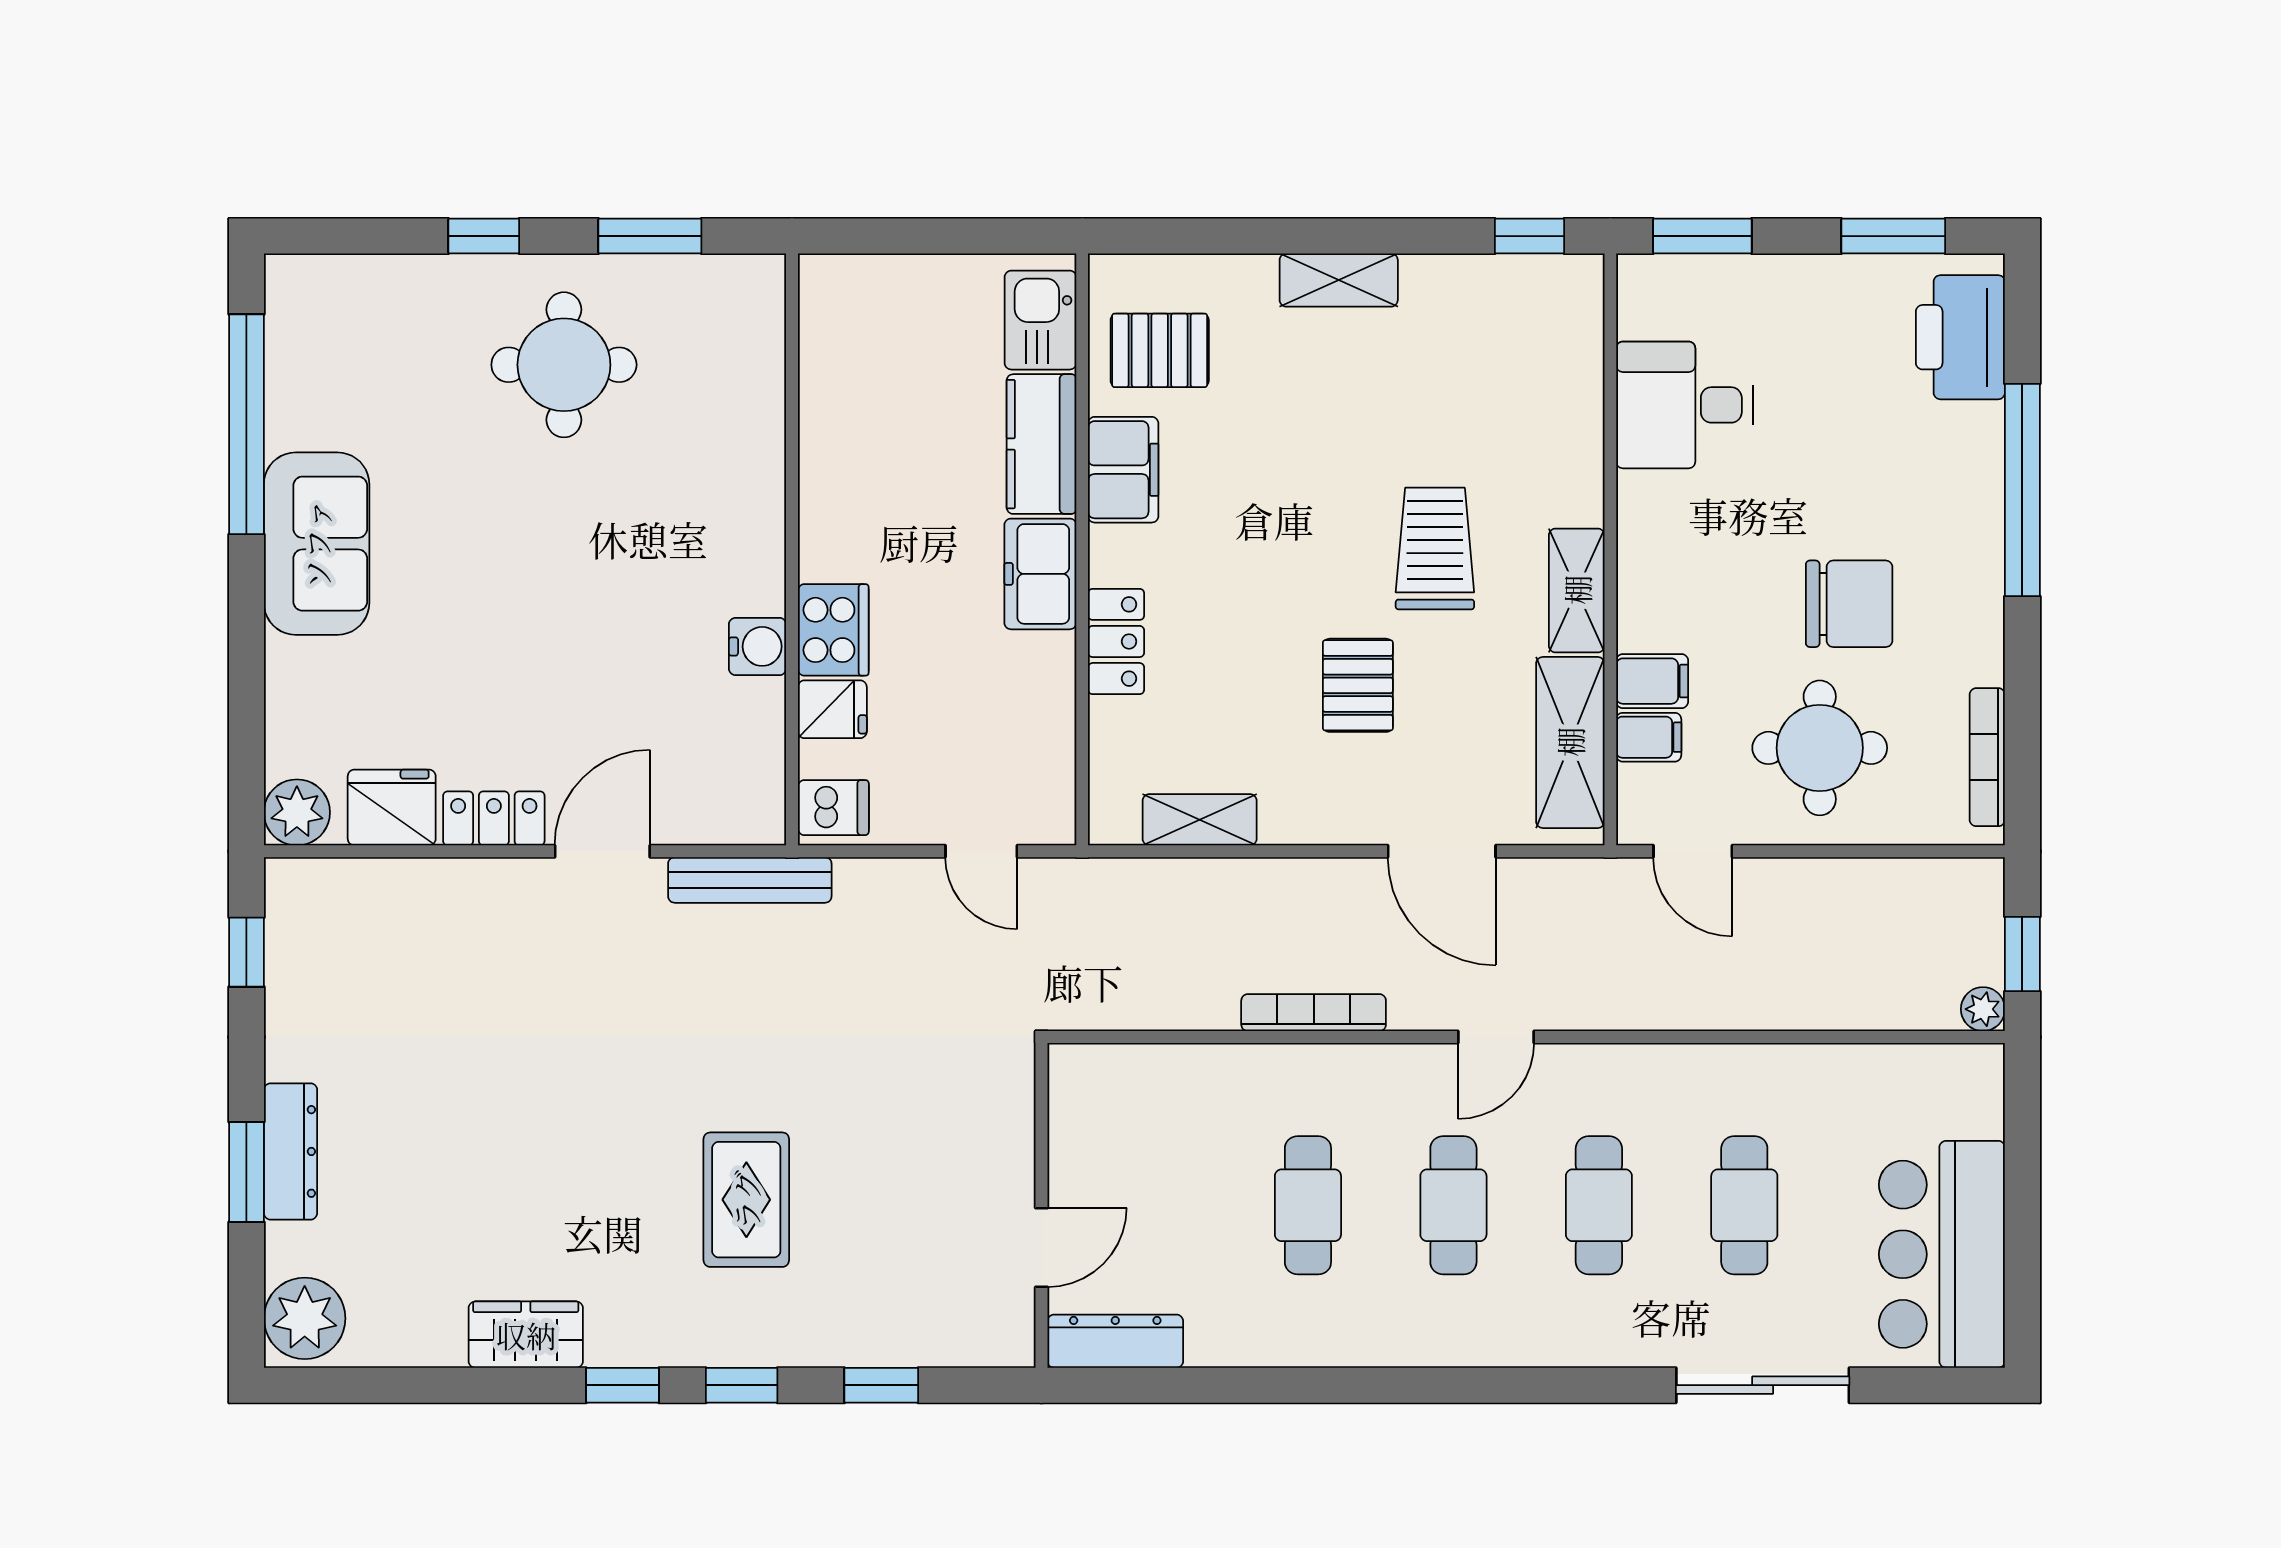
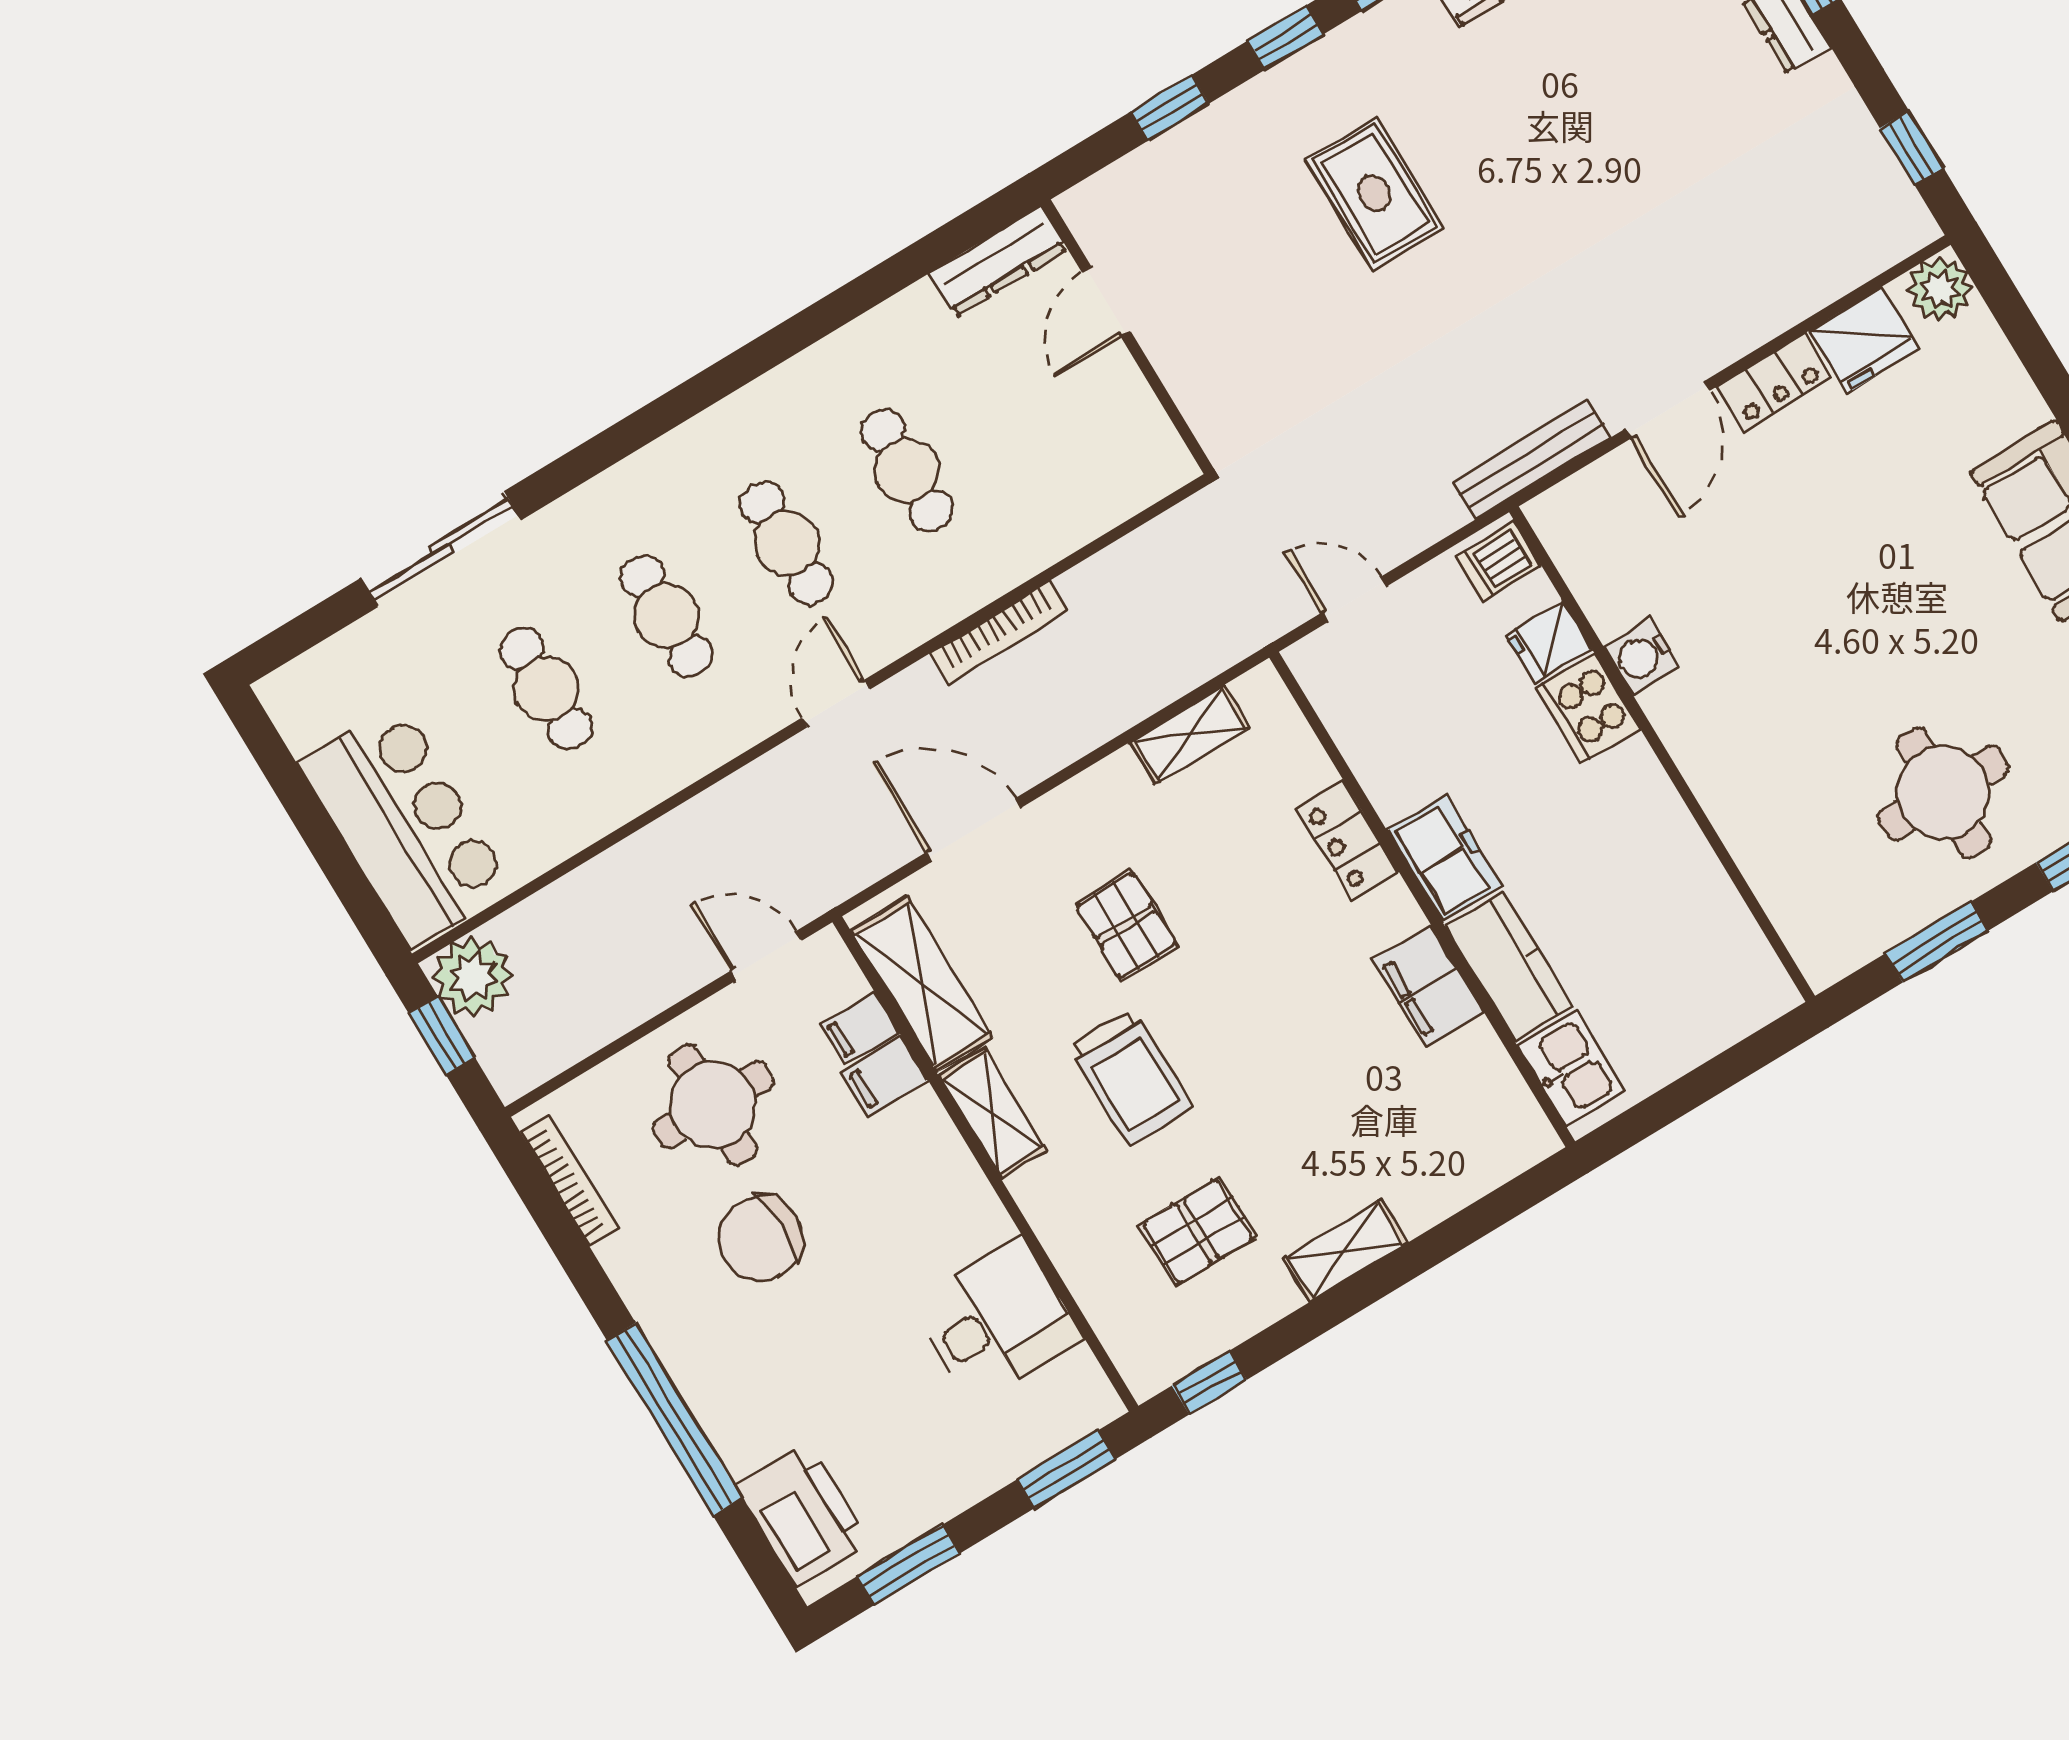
pallet: (1160, 350) -> (1197, 1231), moved
plant: (1983, 1009) -> (473, 977), width x1.87, depth x1.87
bar counter: (1942, 1254) -> (406, 826), moved

